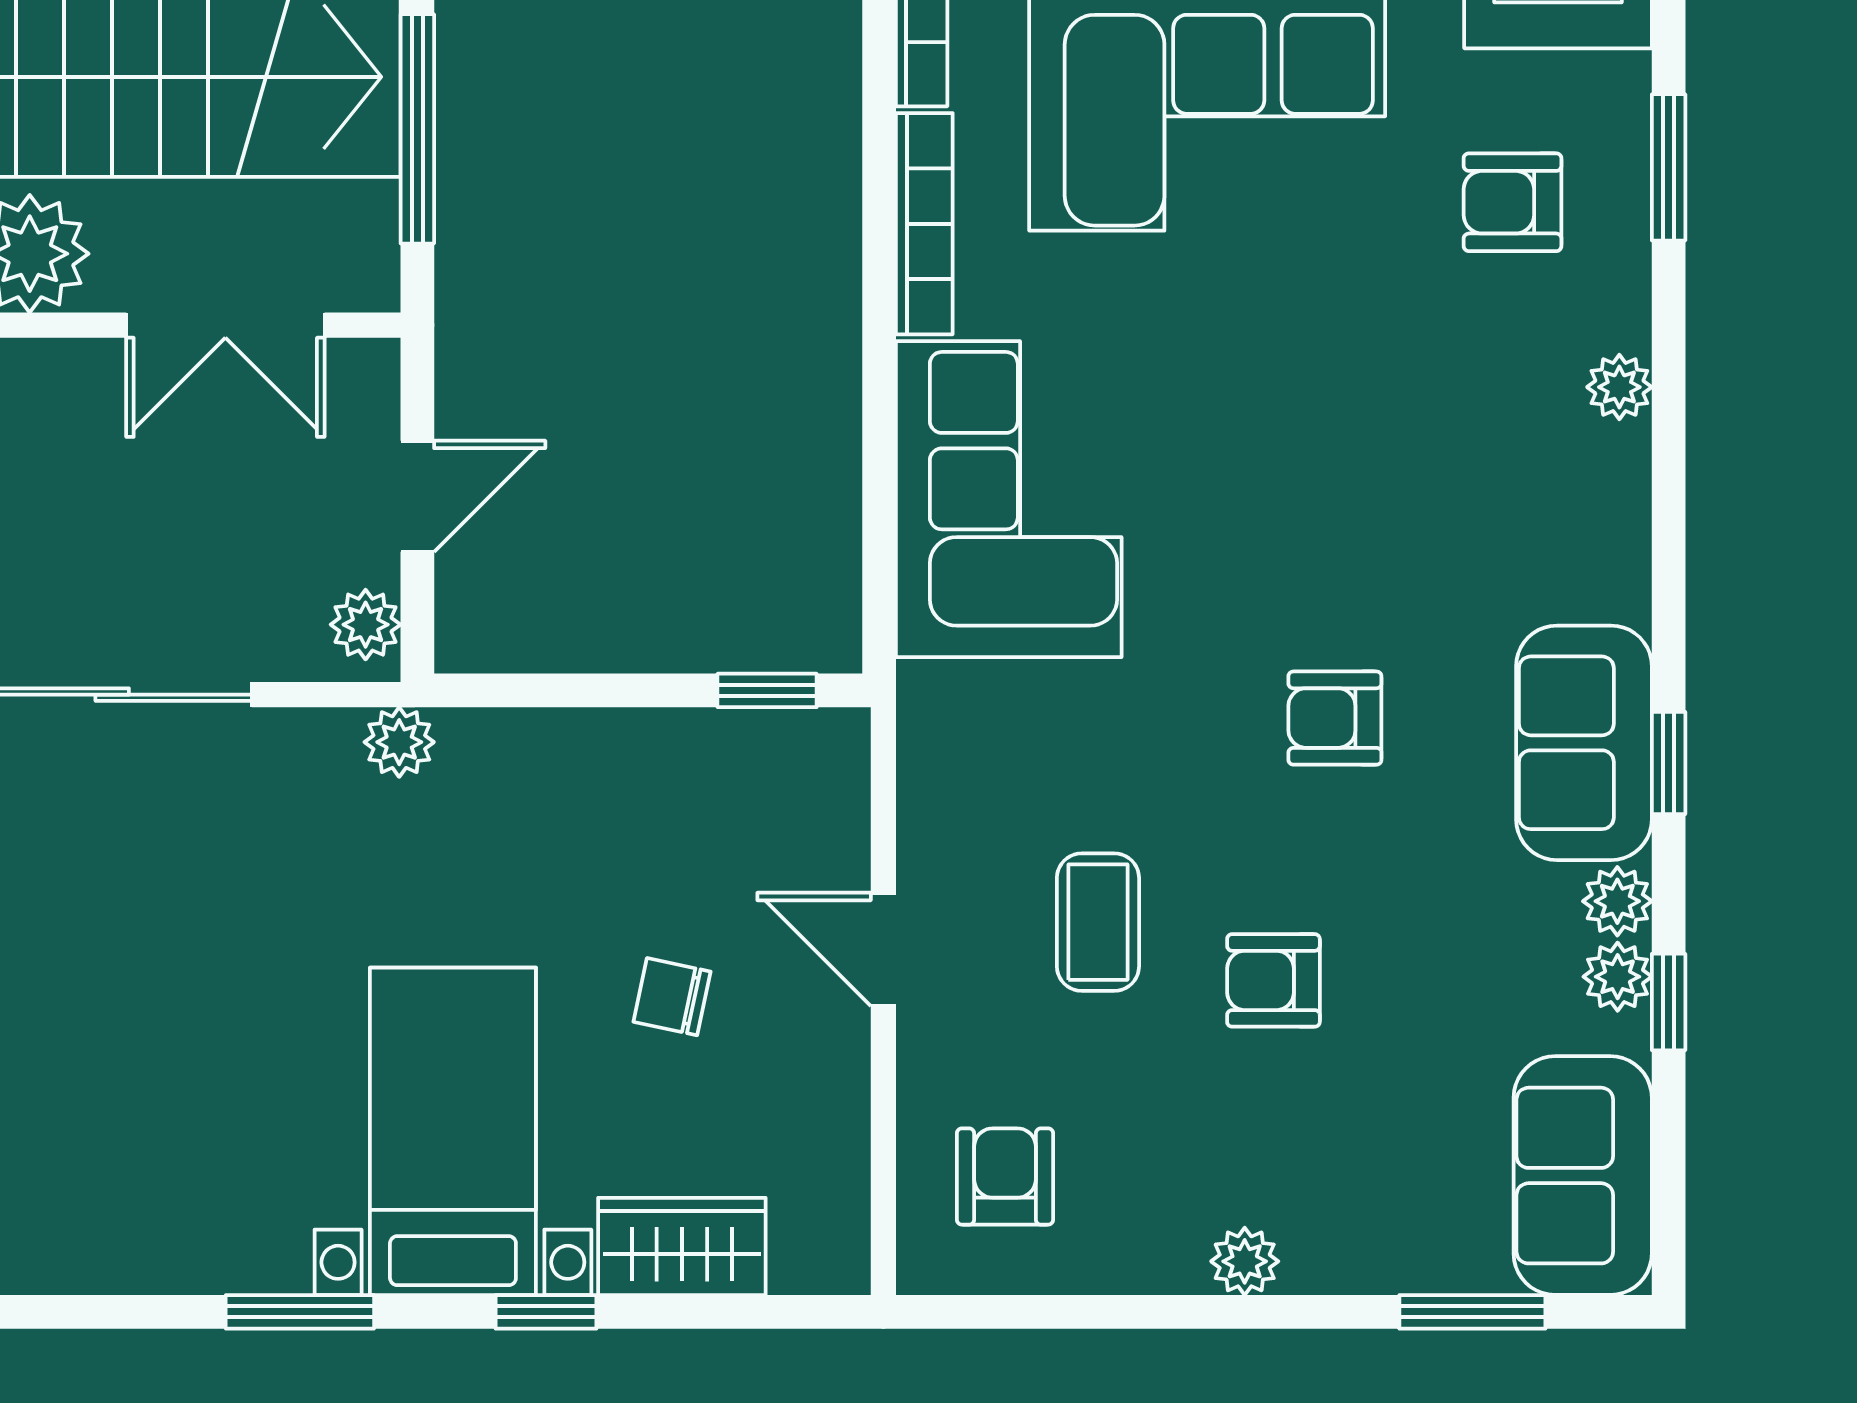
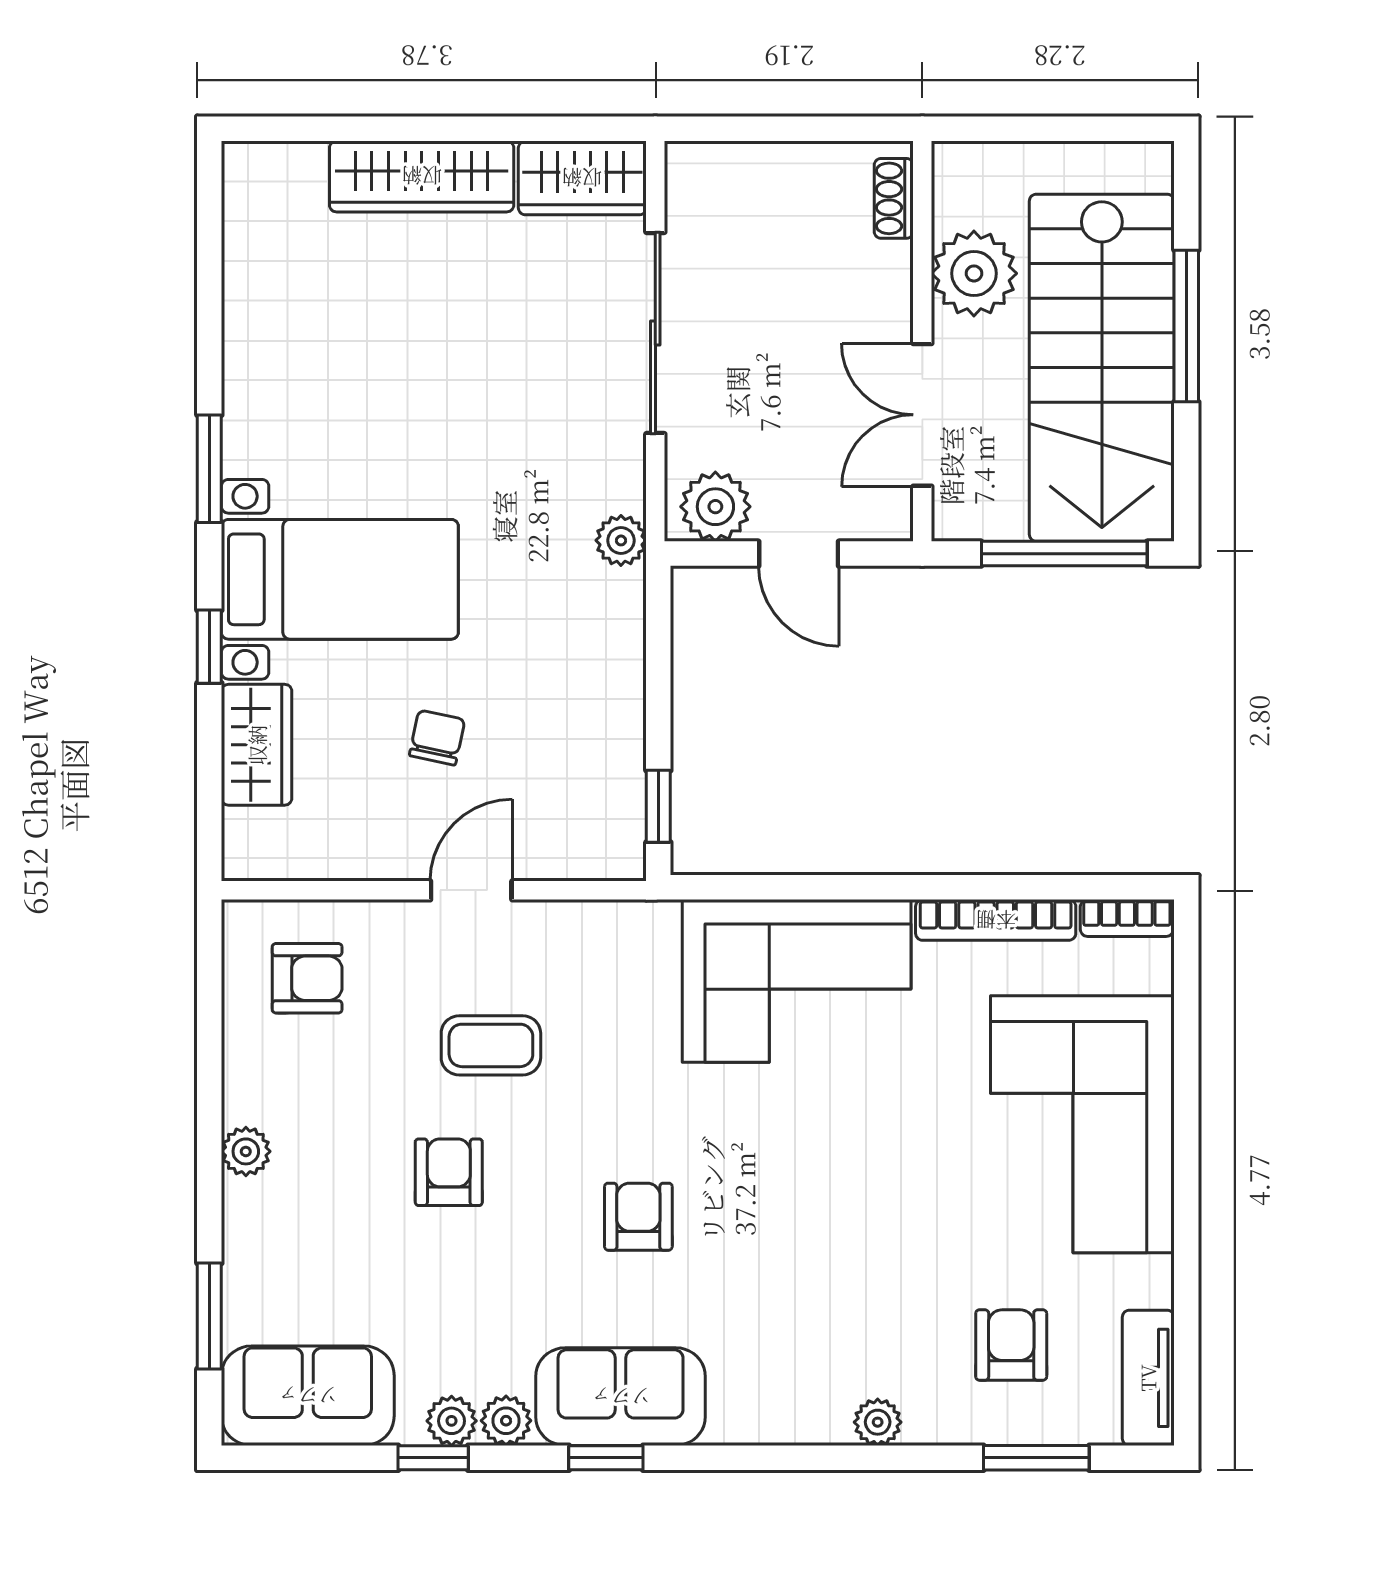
plant: (366, 625) -> (715, 507), width x1.38, depth x1.38

